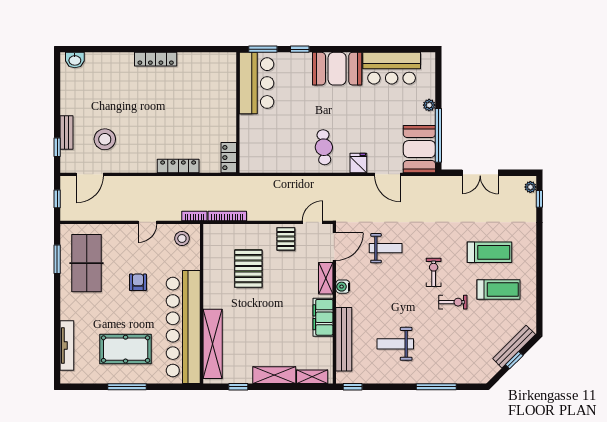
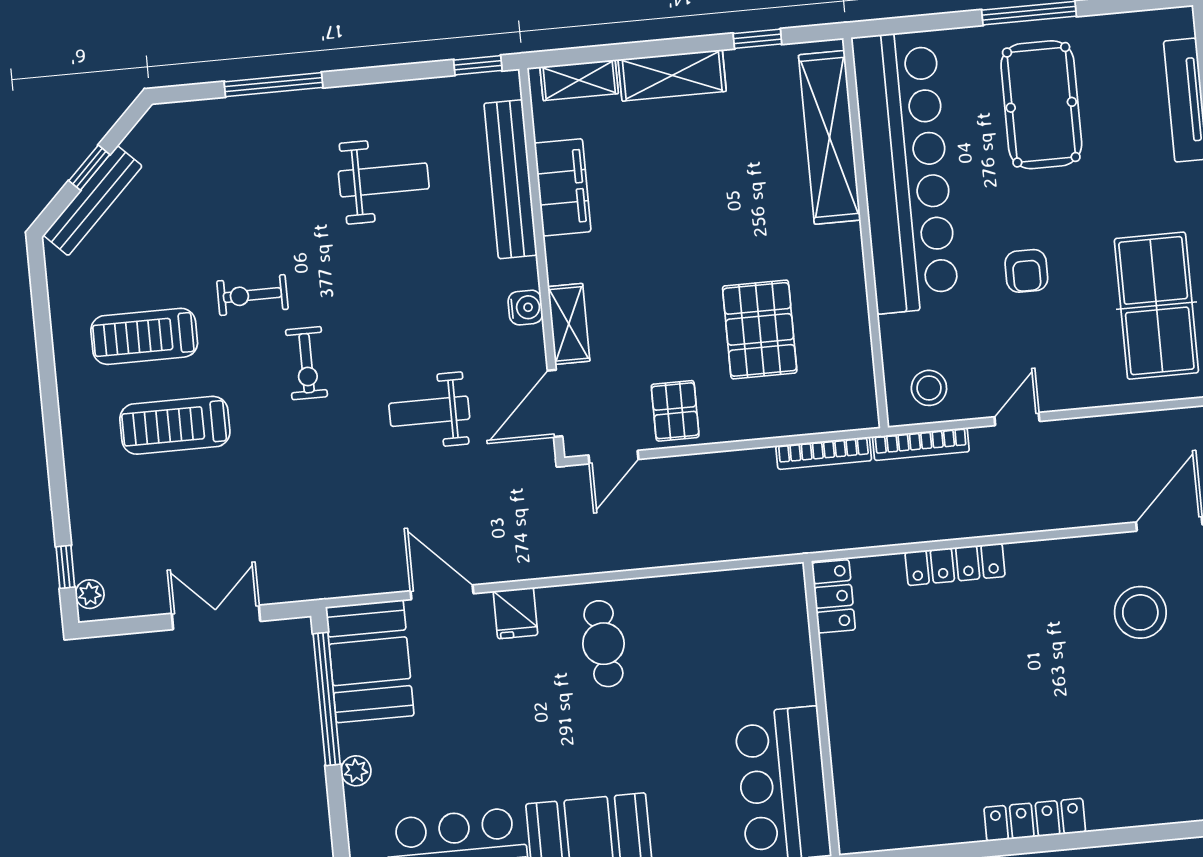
bookcase: (194, 216) -> (921, 444), width x1.56
filing cabinet: (323, 317) -> (563, 187), moved
pool table: (126, 349) -> (1041, 105), turned 90

